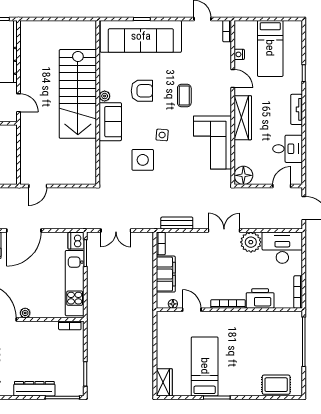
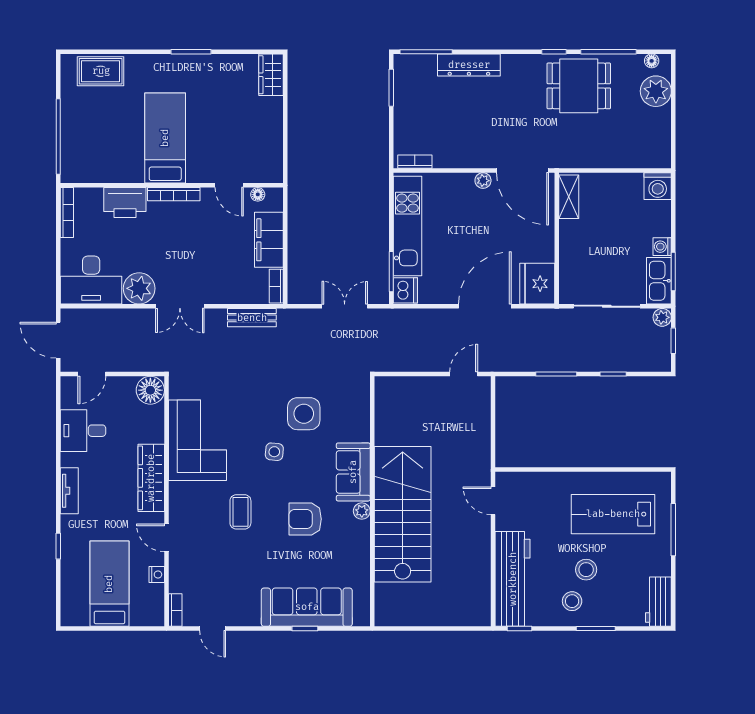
sofa: (141, 36) -> (307, 607), width x0.74, depth x0.79
bed: (205, 366) -> (165, 138), moved, turned 180

